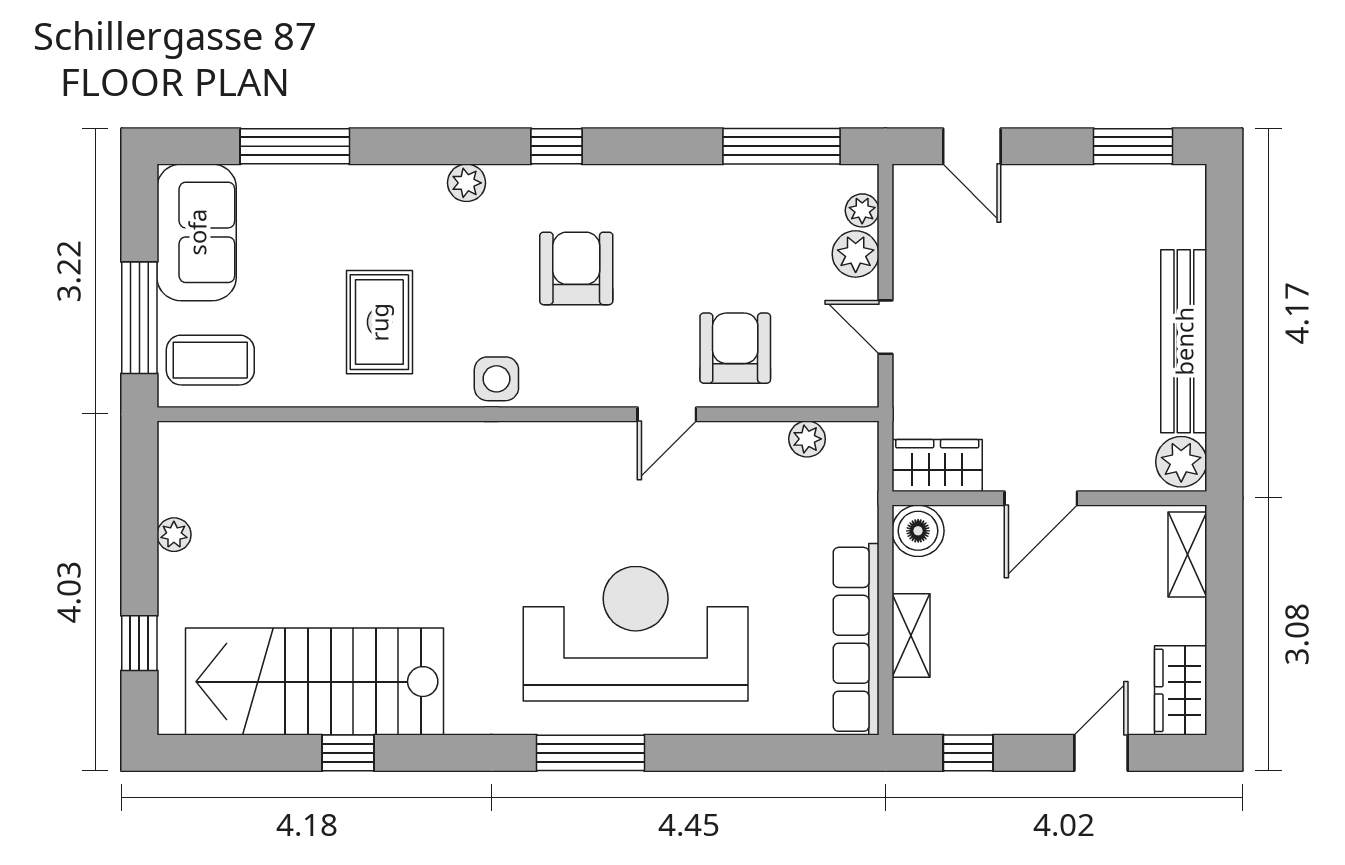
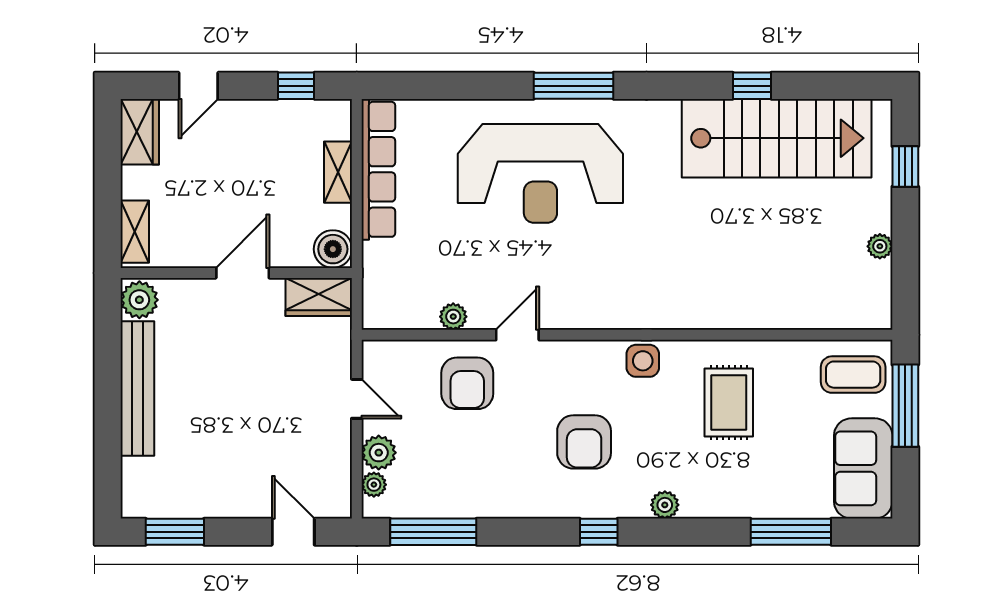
plant: (807, 439) -> (453, 317), moved

